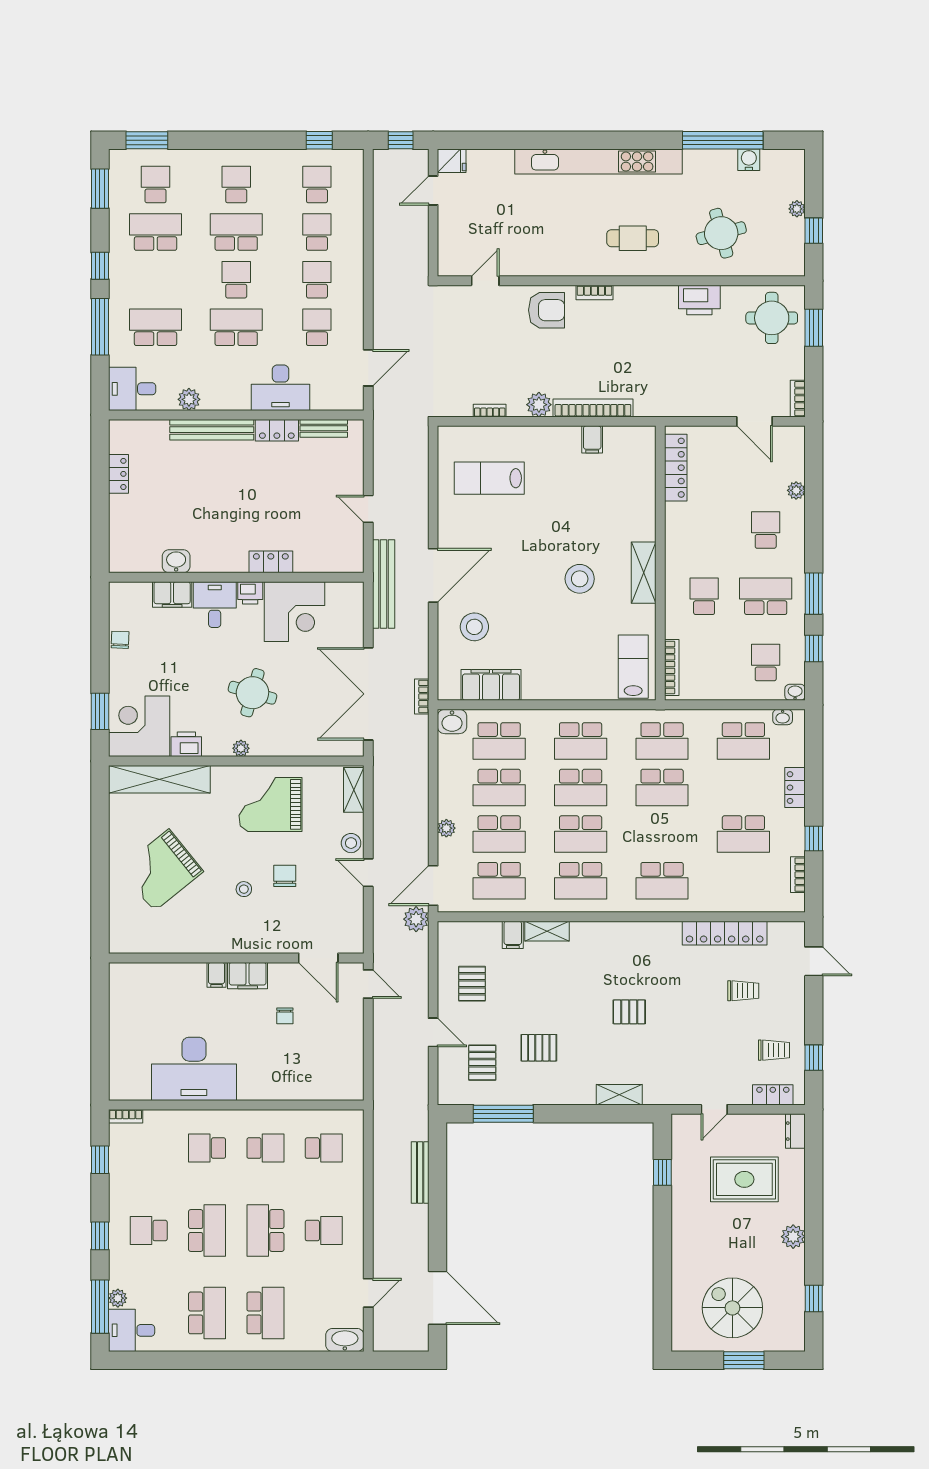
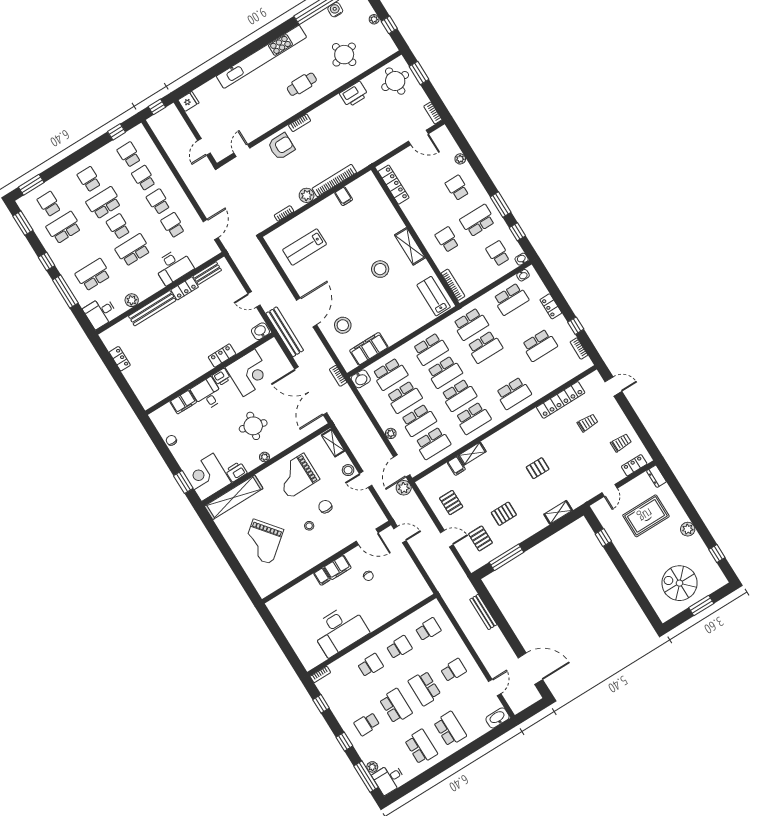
door: (433, 190) -> (204, 147), moved
washbasin: (176, 561) -> (260, 331), moved
window: (814, 1058) -> (643, 434), removed
school desk: (207, 1148) -> (370, 665), turned 180

